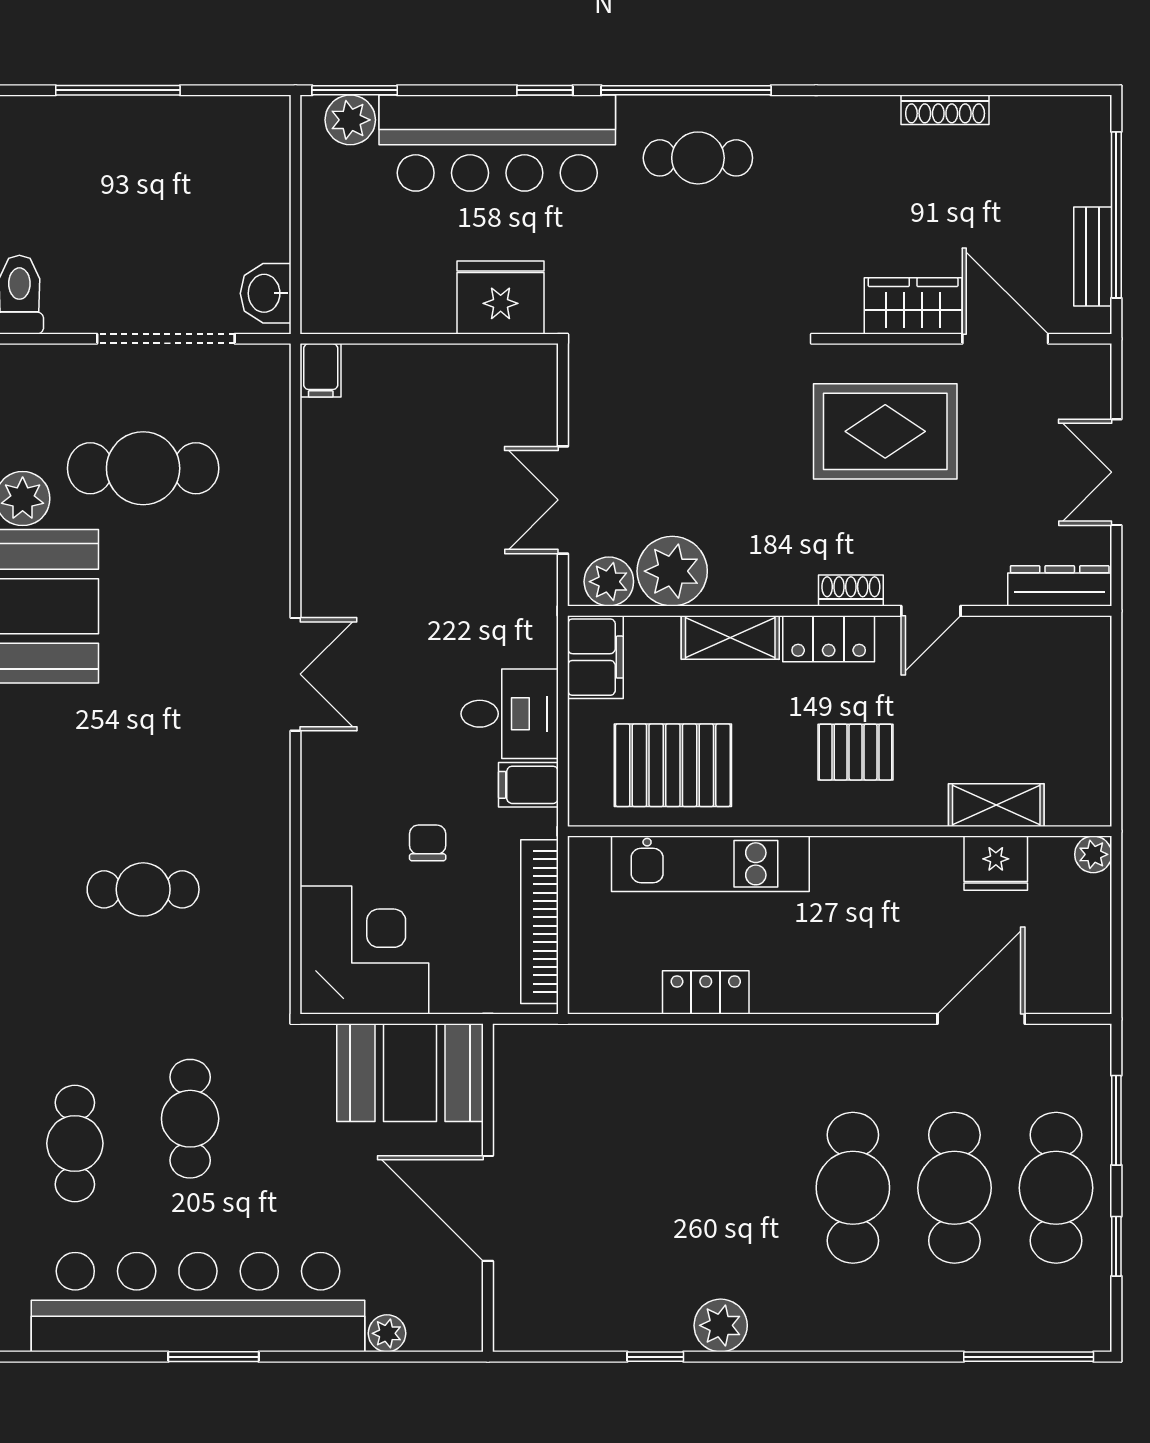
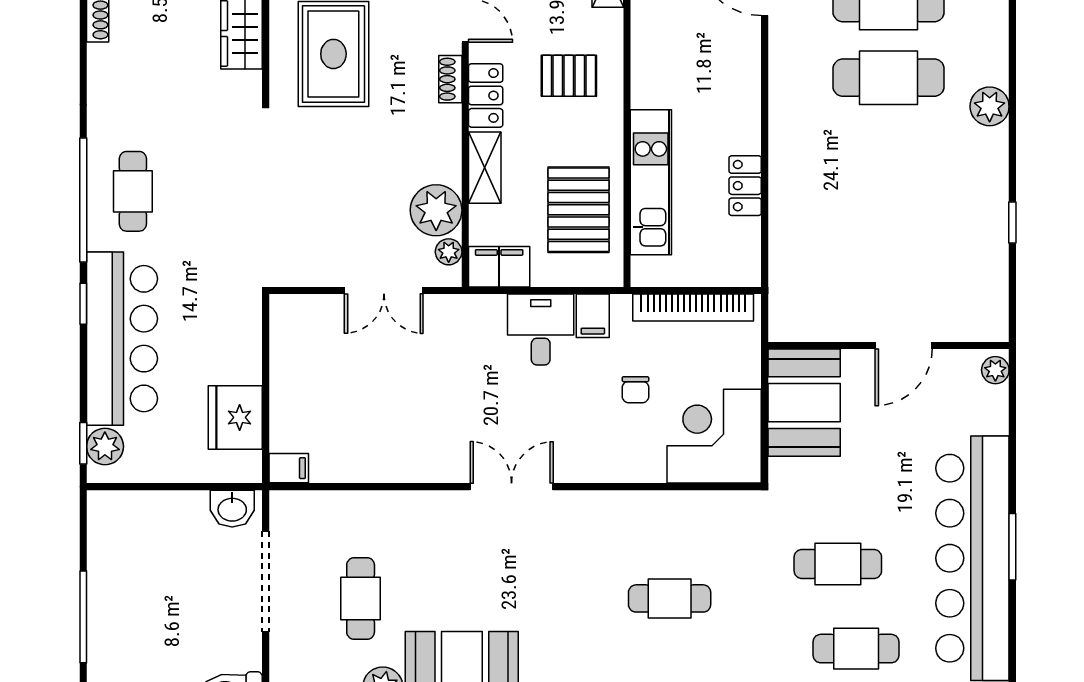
window: (355, 90) -> (83, 443), width x0.67
fridge: (501, 297) -> (235, 417), moved
cafe table: (143, 468) -> (361, 598), width x0.73, depth x0.74
plant: (609, 582) -> (449, 252), width x0.73, depth x0.73
pallet: (856, 752) -> (569, 76), turned 90
chair: (428, 843) -> (635, 390), turned -90
cafe table: (143, 889) -> (670, 598), turned 90
door: (488, 1208) -> (904, 346), width x0.73
plant: (721, 1325) -> (990, 106), moved
plant: (387, 1333) -> (995, 370), moved

